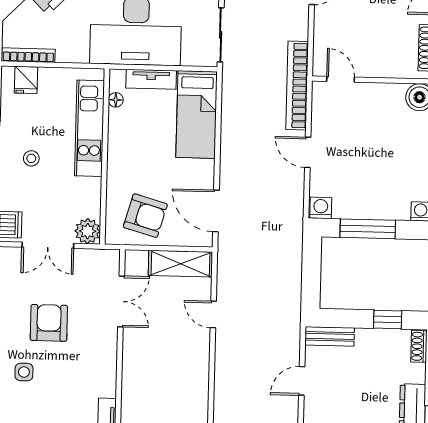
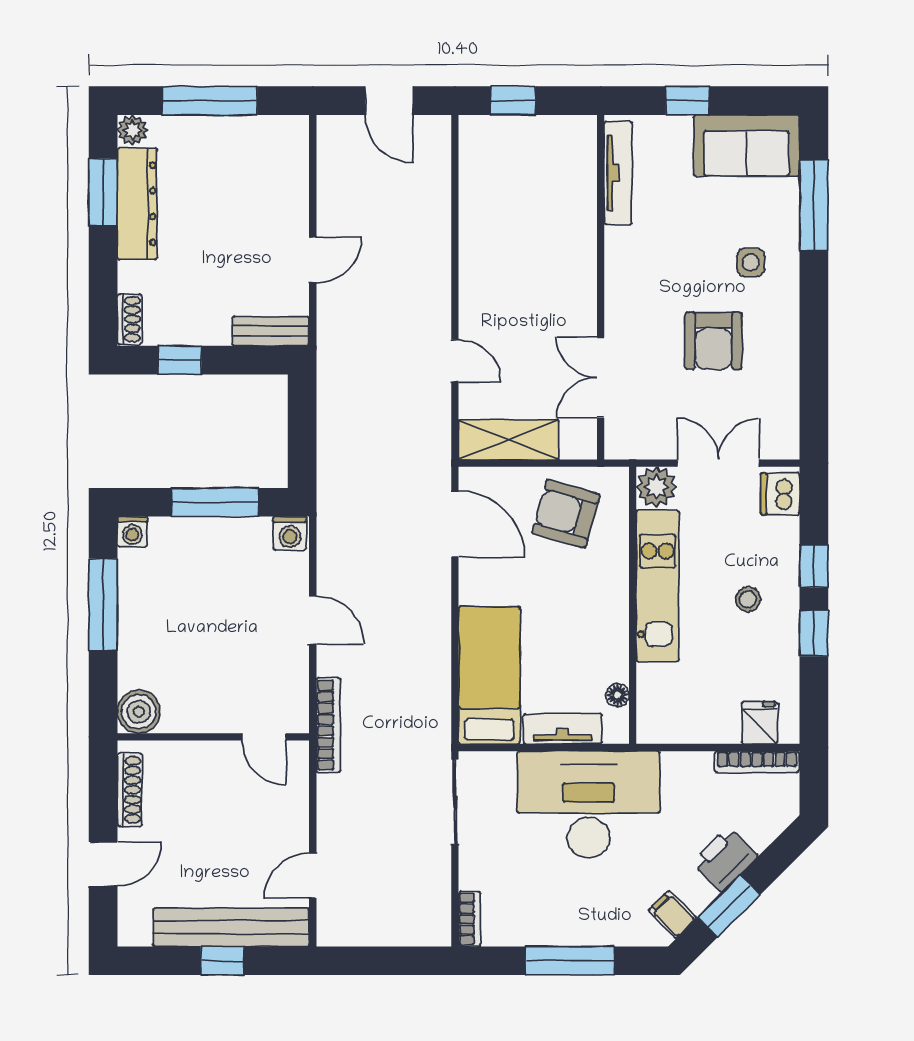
bookcase: (297, 85) -> (328, 725), width x0.68, depth x0.76
kitchen unit: (90, 128) -> (657, 586), moved

